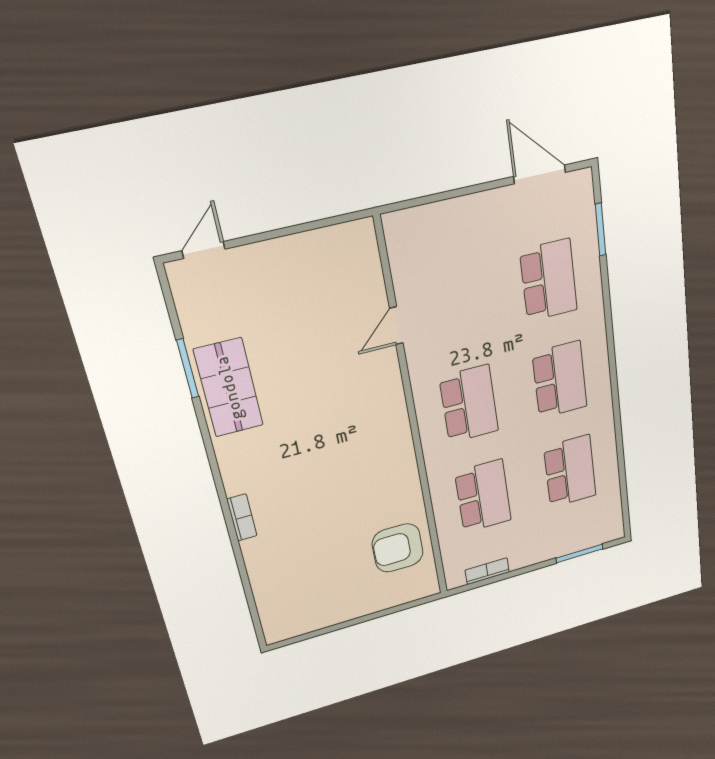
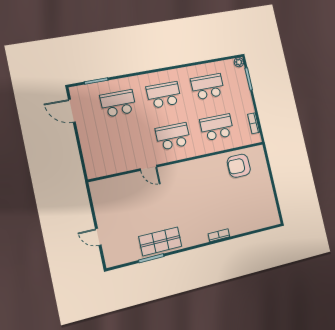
door: (540, 174) -> (72, 111), hinge flipped
door: (204, 250) -> (98, 237), moved
door: (396, 326) -> (149, 168), moved
plant: (615, 531) -> (239, 62), added
armchair: (398, 548) -> (239, 166), turned 90

